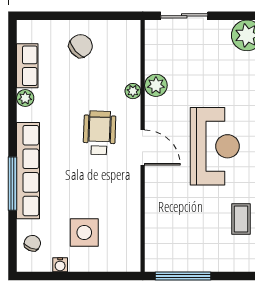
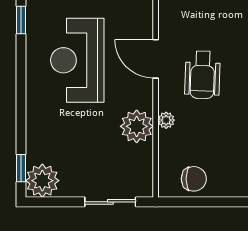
chair: (81, 46) -> (194, 179), moved, turned -139
plant: (156, 85) -> (137, 126), width x1.36, depth x1.36

